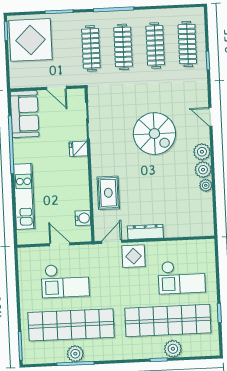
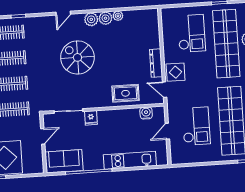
spiral stairs: (154, 134) -> (77, 57), turned -90

